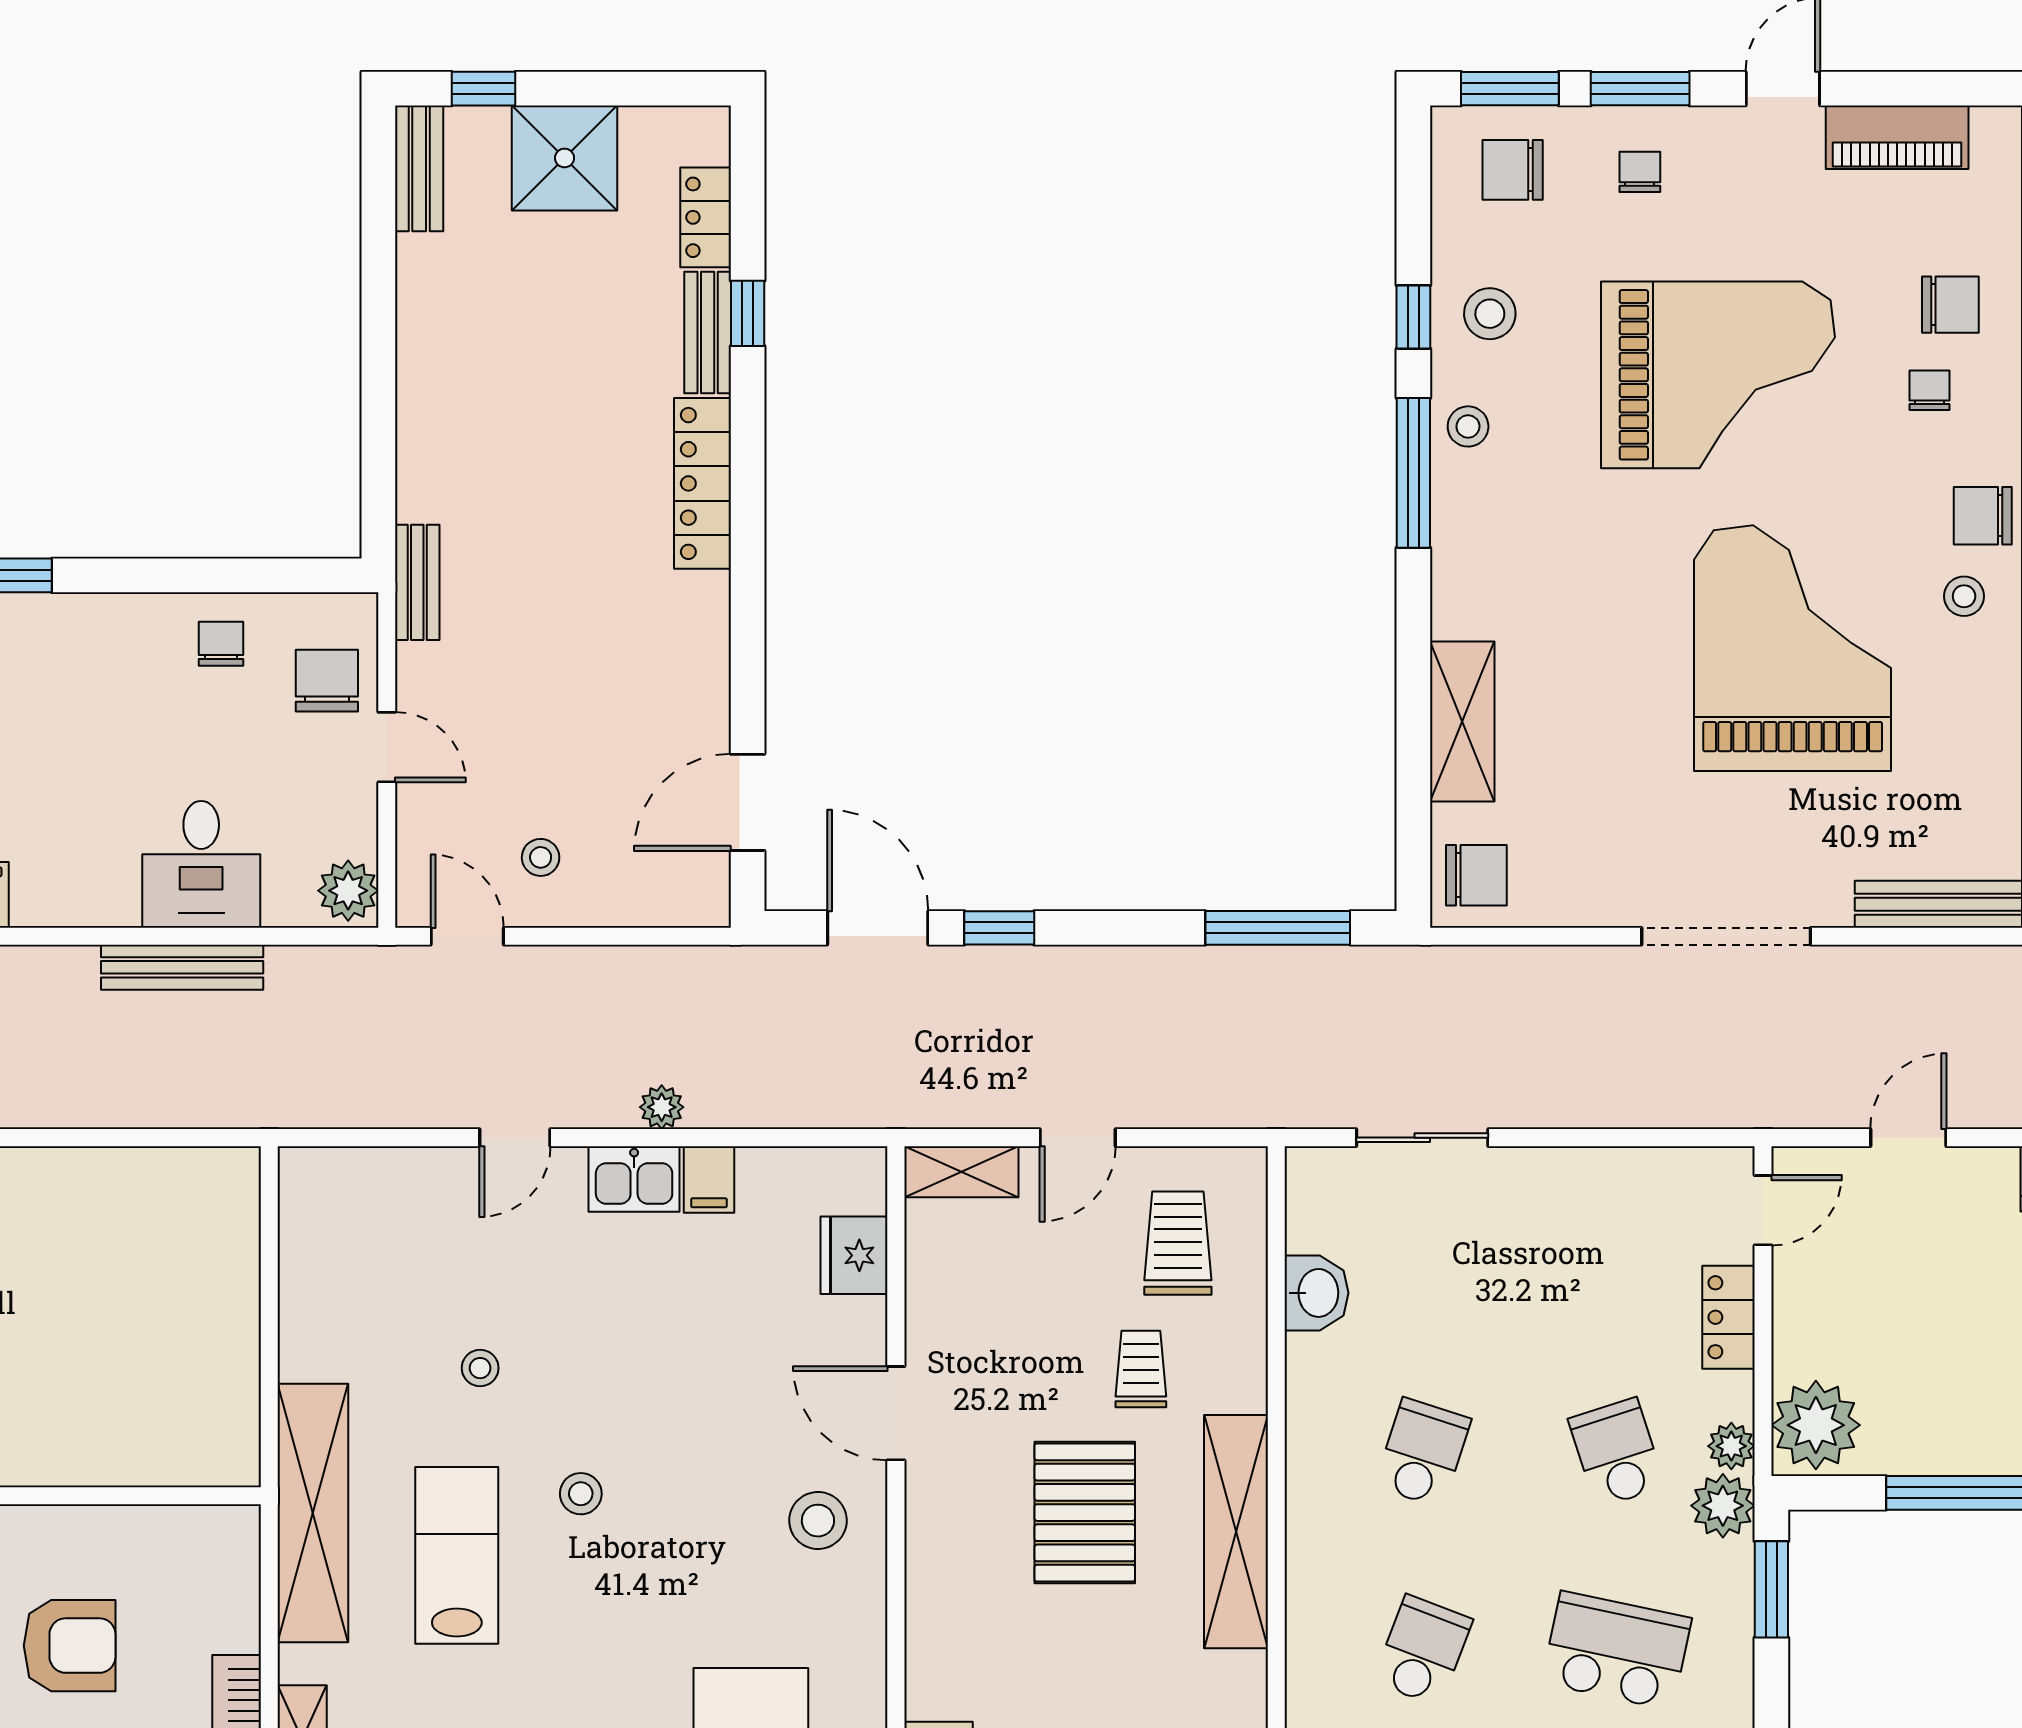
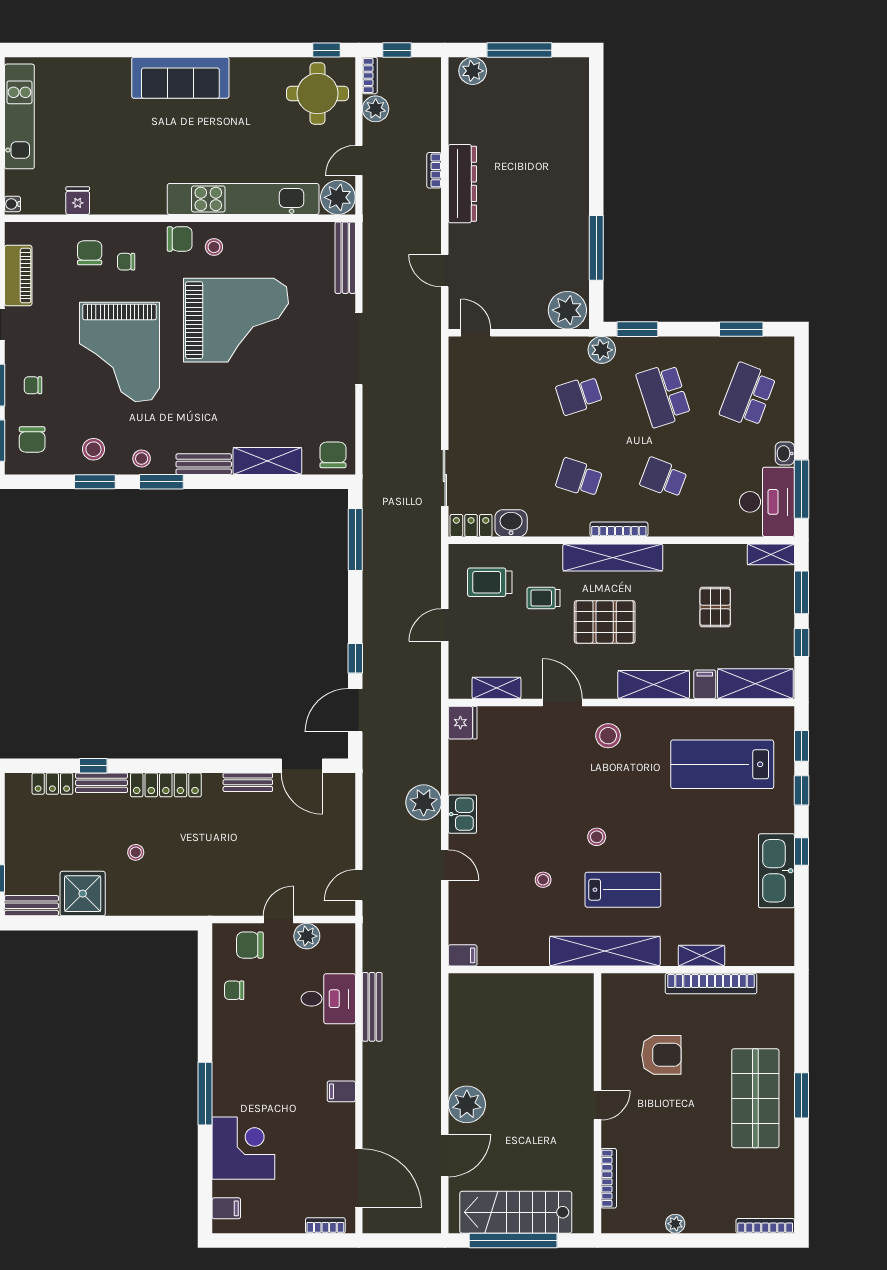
shower: (565, 158) -> (83, 894), moved
window: (1413, 317) -> (95, 482), width x1.50
grand piano: (1718, 375) -> (120, 352), turned 180
window: (1413, 473) -> (161, 482), width x0.69
chair: (1983, 516) -> (180, 239), turned -90
bench: (1455, 572) -> (204, 464), added
bench: (417, 582) -> (248, 782), moved
grand piano: (1793, 648) -> (236, 320), turned 180
stool: (541, 857) -> (136, 852), moved
plant: (348, 891) -> (307, 936), moved
plant: (662, 1107) -> (424, 802), width x1.87, depth x1.87
door: (1078, 1138) -> (445, 625), swing flipped
shelving: (961, 1172) -> (496, 688), moved, turned 90
filing cabinet: (709, 1179) -> (463, 955), moved
fridge: (854, 1255) -> (463, 723), moved, turned -90
locker: (1729, 1317) -> (471, 526), moved, turned 180
door: (896, 1413) -> (562, 702), swing flipped
plant: (1731, 1446) -> (576, 346), removed
bookcase: (1302, 1546) -> (619, 529), added
lab bench: (457, 1555) -> (623, 890), turned 180
shelving: (938, 1627) -> (654, 685), added
armchair: (70, 1646) -> (661, 1055), turned 90
school desk: (1617, 1650) -> (664, 395), turned -30

